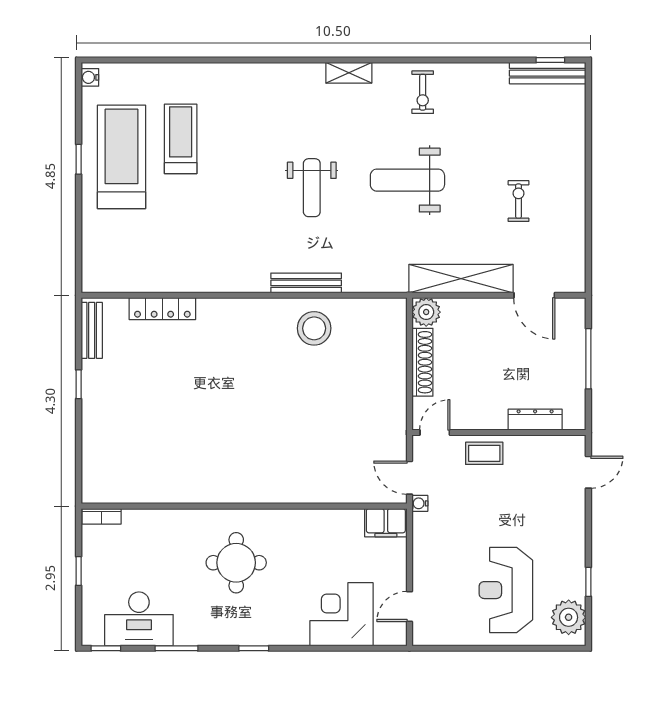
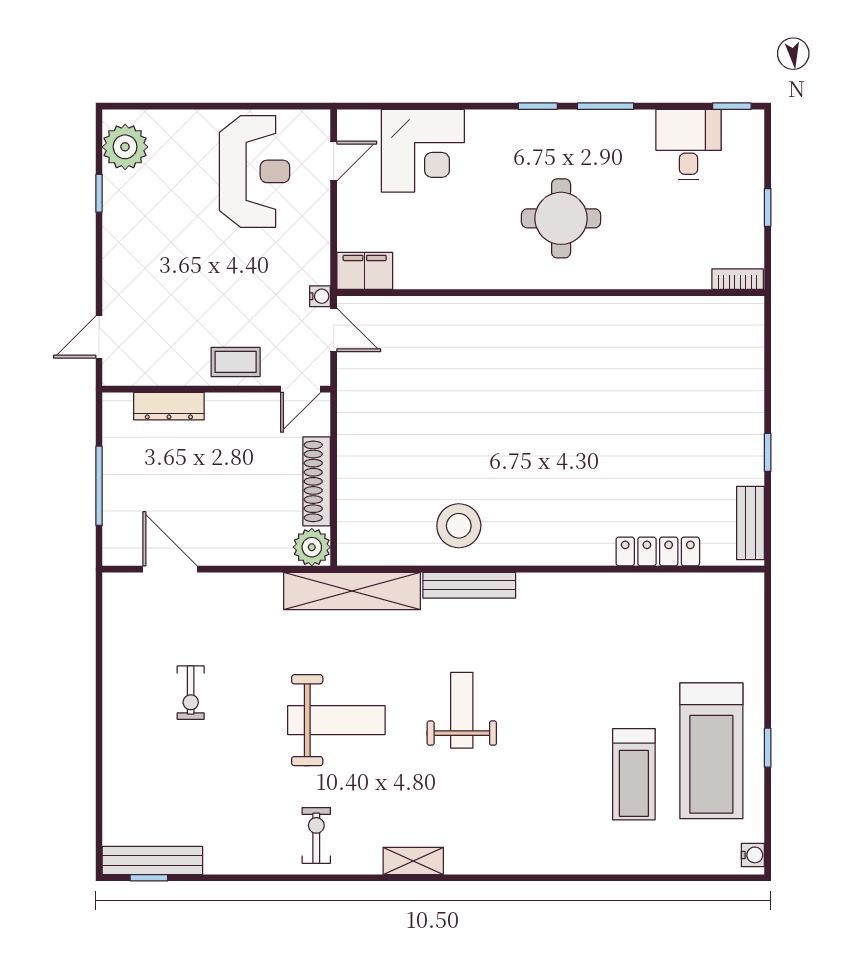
shelving: (461, 279) -> (352, 591), moved
reception desk: (506, 590) -> (255, 171), moved
desk: (139, 619) -> (688, 145), width x0.73
window: (177, 648) -> (605, 106), moved

